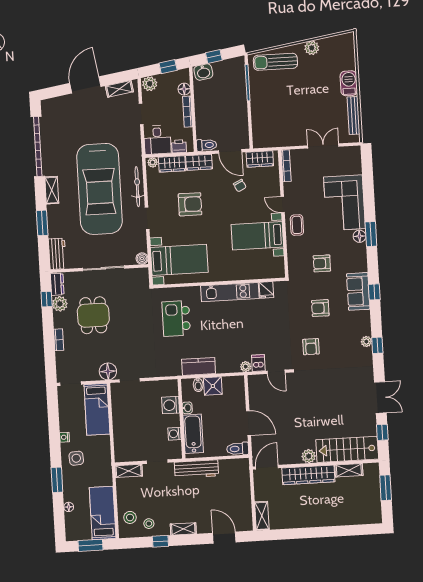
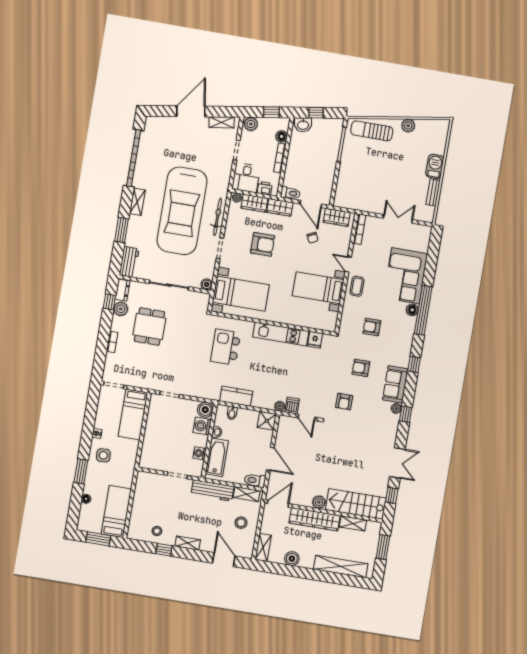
bench: (353, 115) -> (433, 192), width x0.73
window: (371, 234) -> (423, 310), width x2.11
sofa: (358, 291) -> (395, 384), moved
floor lamp: (108, 371) -> (151, 382), removed
shower: (213, 386) -> (267, 421), moved
boiler: (170, 388) -> (205, 410), added
shelving: (129, 471) -> (247, 494), moved
stool: (130, 517) -> (241, 523), moved
shelving: (347, 518) -> (341, 567), added
boiler: (294, 521) -> (292, 559), added

